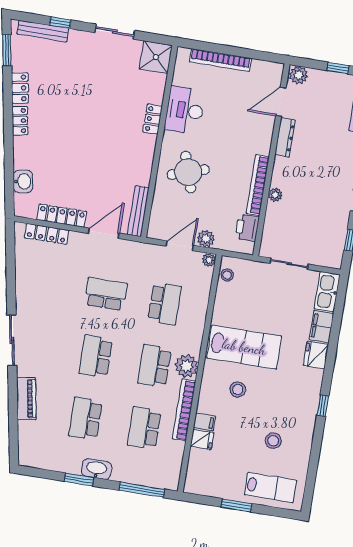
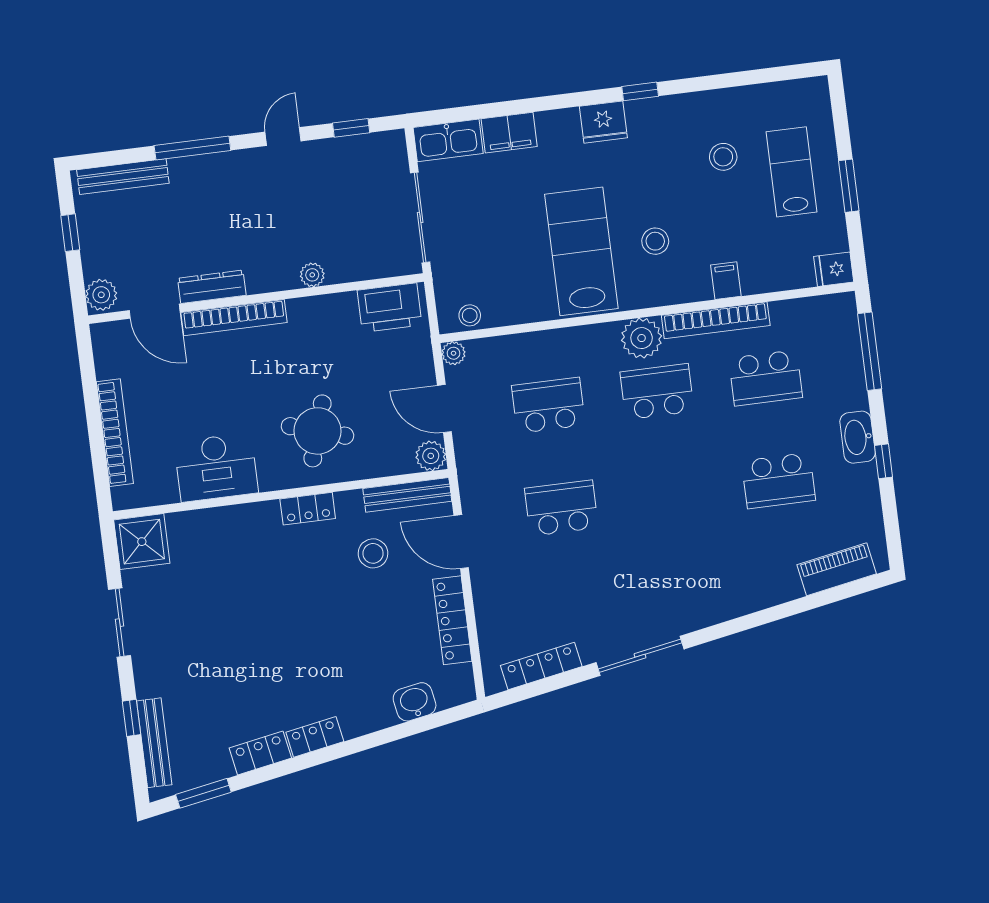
locker: (153, 119) -> (308, 509), moved
round table: (188, 172) -> (317, 431), turned 35
stool: (112, 183) -> (373, 553), added
bookcase: (258, 185) -> (234, 318), moved
printer: (247, 228) -> (390, 308), width x1.37, depth x1.19
locker: (47, 234) -> (541, 666), moved, turned -100
plant: (206, 239) -> (431, 456), moved
sliding door: (289, 264) -> (420, 218), width x1.37
school desk: (106, 294) -> (561, 508), turned 90
sliding door: (12, 340) -> (640, 656), moved
fridge: (316, 355) -> (603, 122), moved
school desk: (96, 356) -> (670, 494), removed
school desk: (154, 366) -> (657, 392), turned 180
piano: (26, 399) -> (837, 569), moved
fridge: (202, 440) -> (834, 269), moved, turned -90
window: (79, 479) -> (884, 461), width x0.67
lab bench: (270, 487) -> (792, 172), moved

